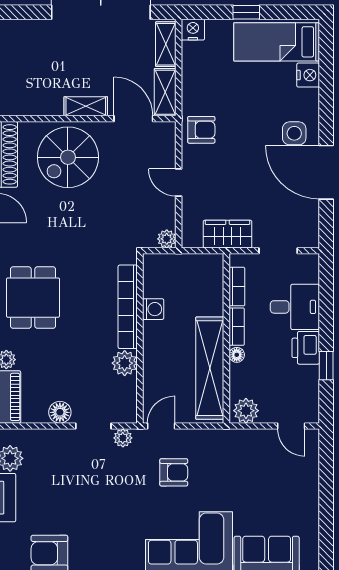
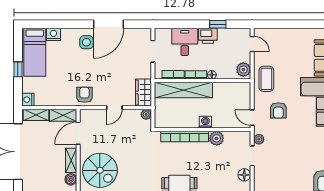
boiler: (52, 106) -> (71, 179), added
wardrobe: (228, 234) -> (143, 92), moved
washing machine: (153, 309) -> (205, 122), moved
shelving: (210, 368) -> (183, 90), moved
door: (291, 426) -> (252, 44), hinge flipped
coffee table: (230, 451) -> (266, 79), added
armchair: (174, 472) -> (278, 110), turned 180

